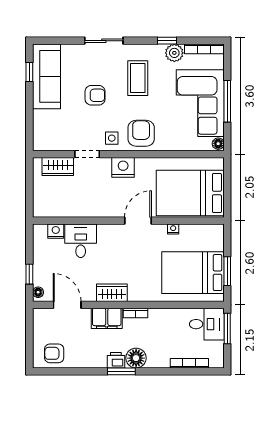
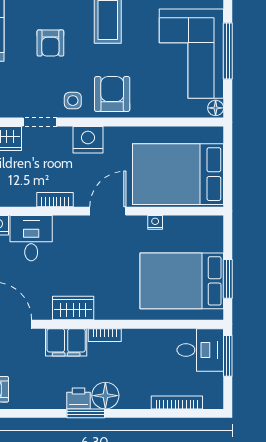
armchair: (95, 95) -> (50, 43), turned 90
bookcase: (98, 212) -> (55, 200), added

